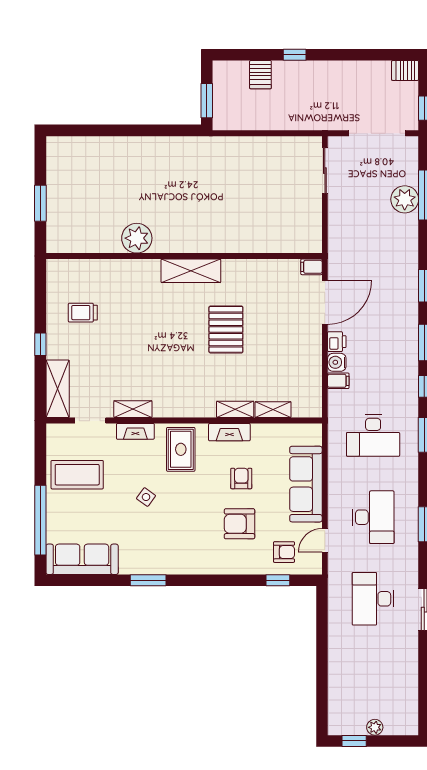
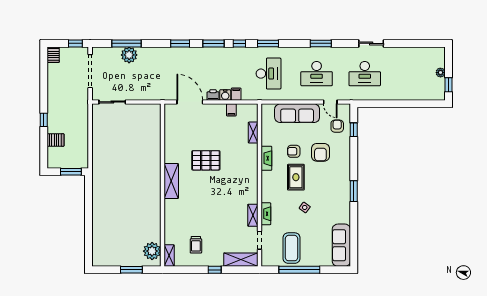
plant: (137, 238) -> (152, 251), moved
filing cabinet: (311, 267) -> (231, 110), moved
shelving: (235, 409) -> (169, 256), moved
rug: (181, 449) -> (296, 177), moved, turned 90
desk: (373, 517) -> (317, 74), turned 180
window: (40, 520) -> (299, 270), moved
window: (148, 580) -> (354, 191), moved

